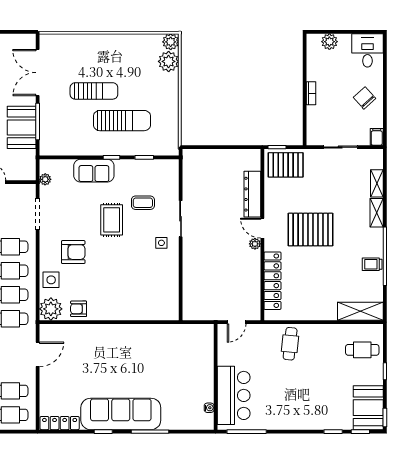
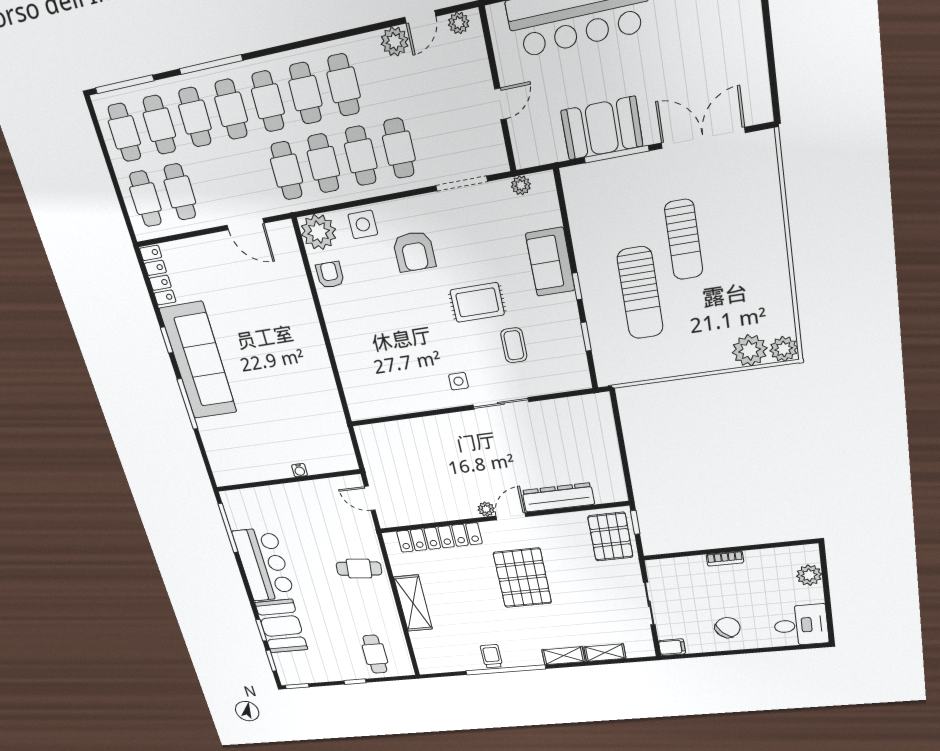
shelving: (360, 311) -> (413, 603), moved
bar counter: (234, 395) -> (264, 564), moved, turned -90
water cooler: (209, 408) -> (299, 470), moved
booth: (368, 408) -> (281, 626), moved, turned 90

